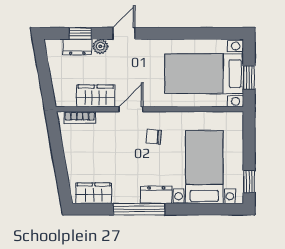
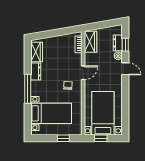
wardrobe: (96, 96) -> (91, 42), moved
door: (131, 109) -> (83, 73), hinge flipped
window: (249, 182) -> (63, 138), moved
dresser: (156, 195) -> (36, 71), moved
window: (139, 209) -> (28, 89), moved

